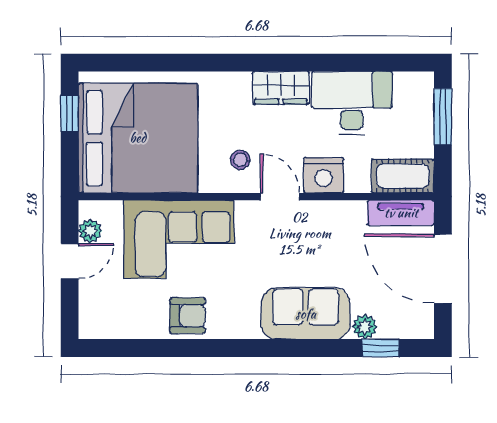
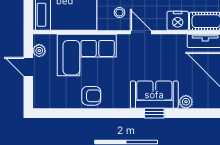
nightstand: (324, 175) -> (178, 21), moved
door: (70, 261) -> (28, 67), swing flipped
window: (381, 348) -> (154, 113), moved

